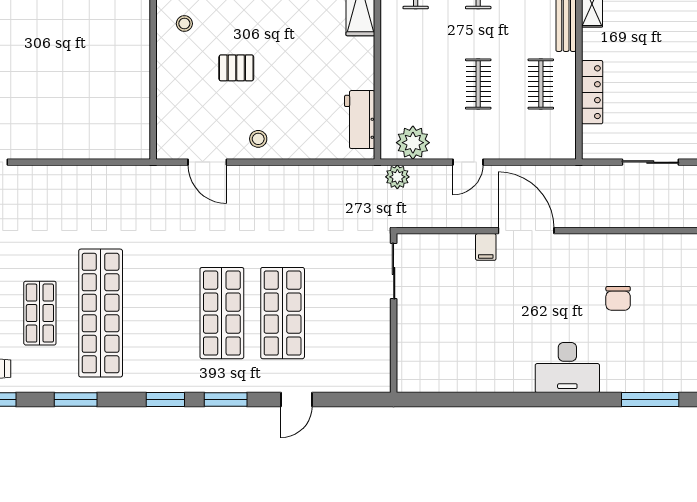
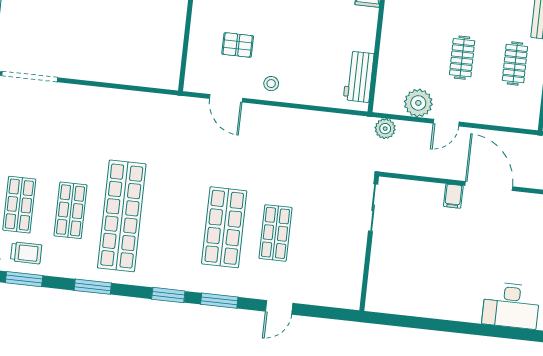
pallet: (236, 68) -> (238, 45), moved
plant: (413, 143) -> (418, 103), moved
shop shelf: (283, 313) -> (275, 233), width x0.70, depth x0.74

